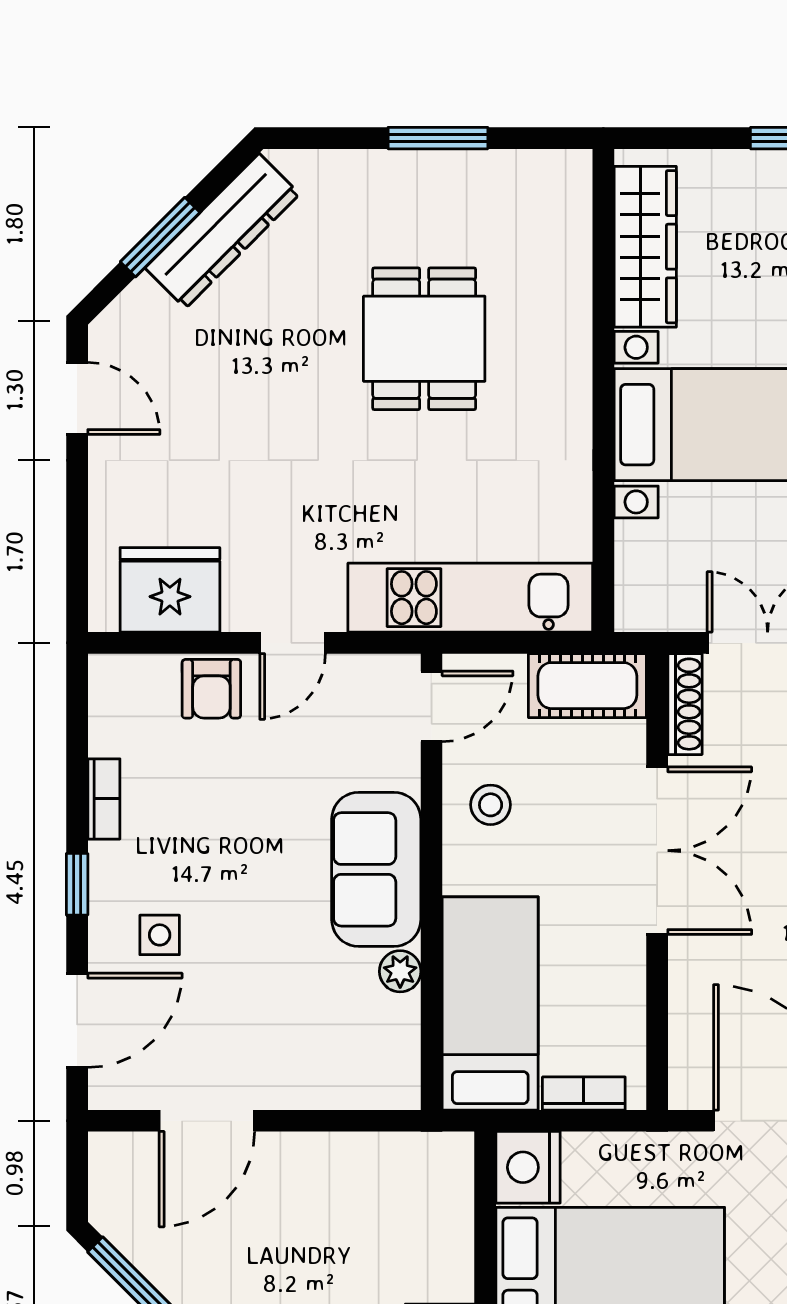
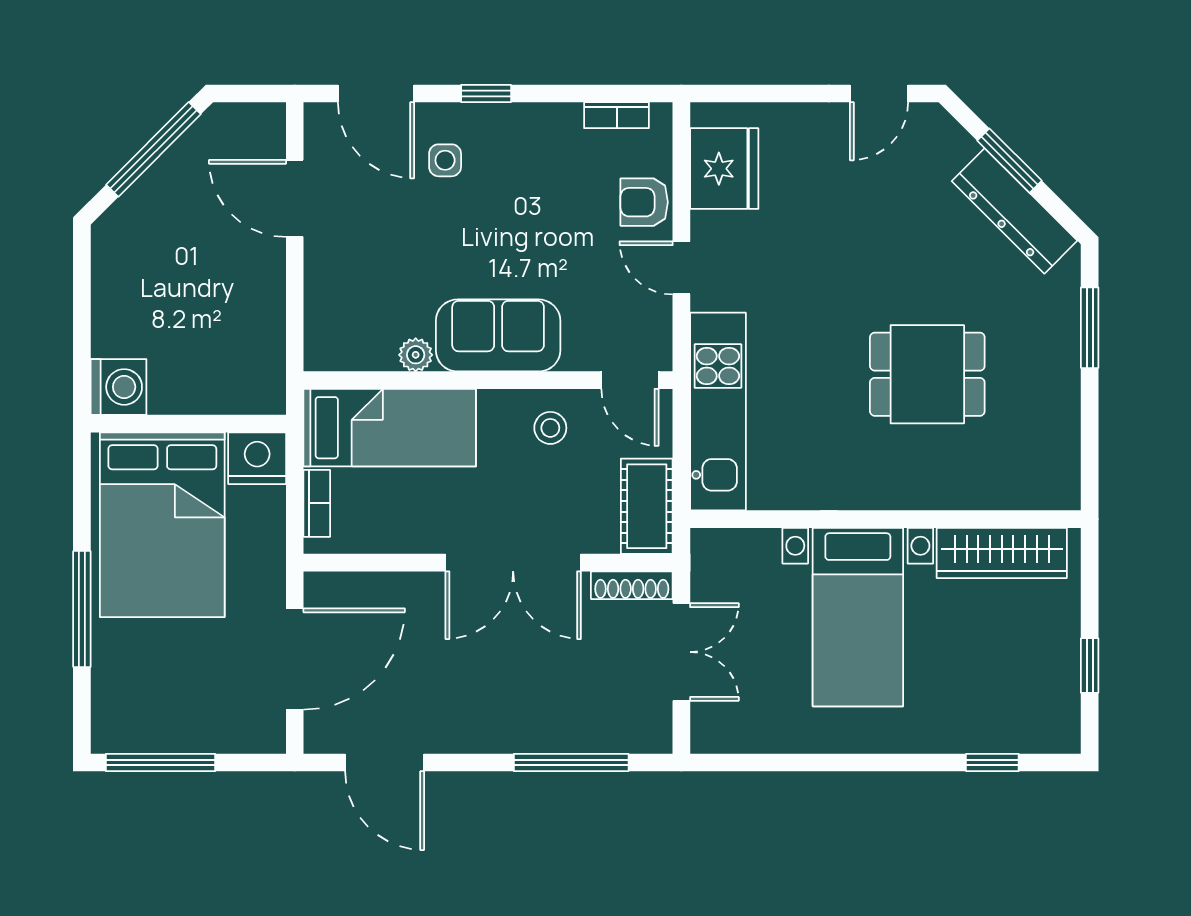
window: (438, 138) -> (1090, 328), moved
bookcase: (104, 799) -> (617, 115), moved

